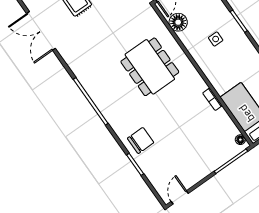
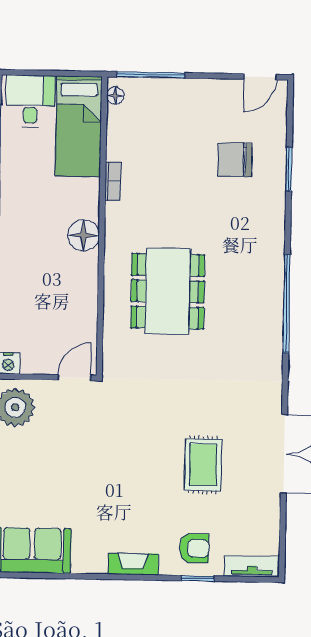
floor lamp: (178, 22) -> (84, 235), moved
side table: (216, 39) -> (46, 263), removed
chair: (141, 140) -> (235, 160), moved

